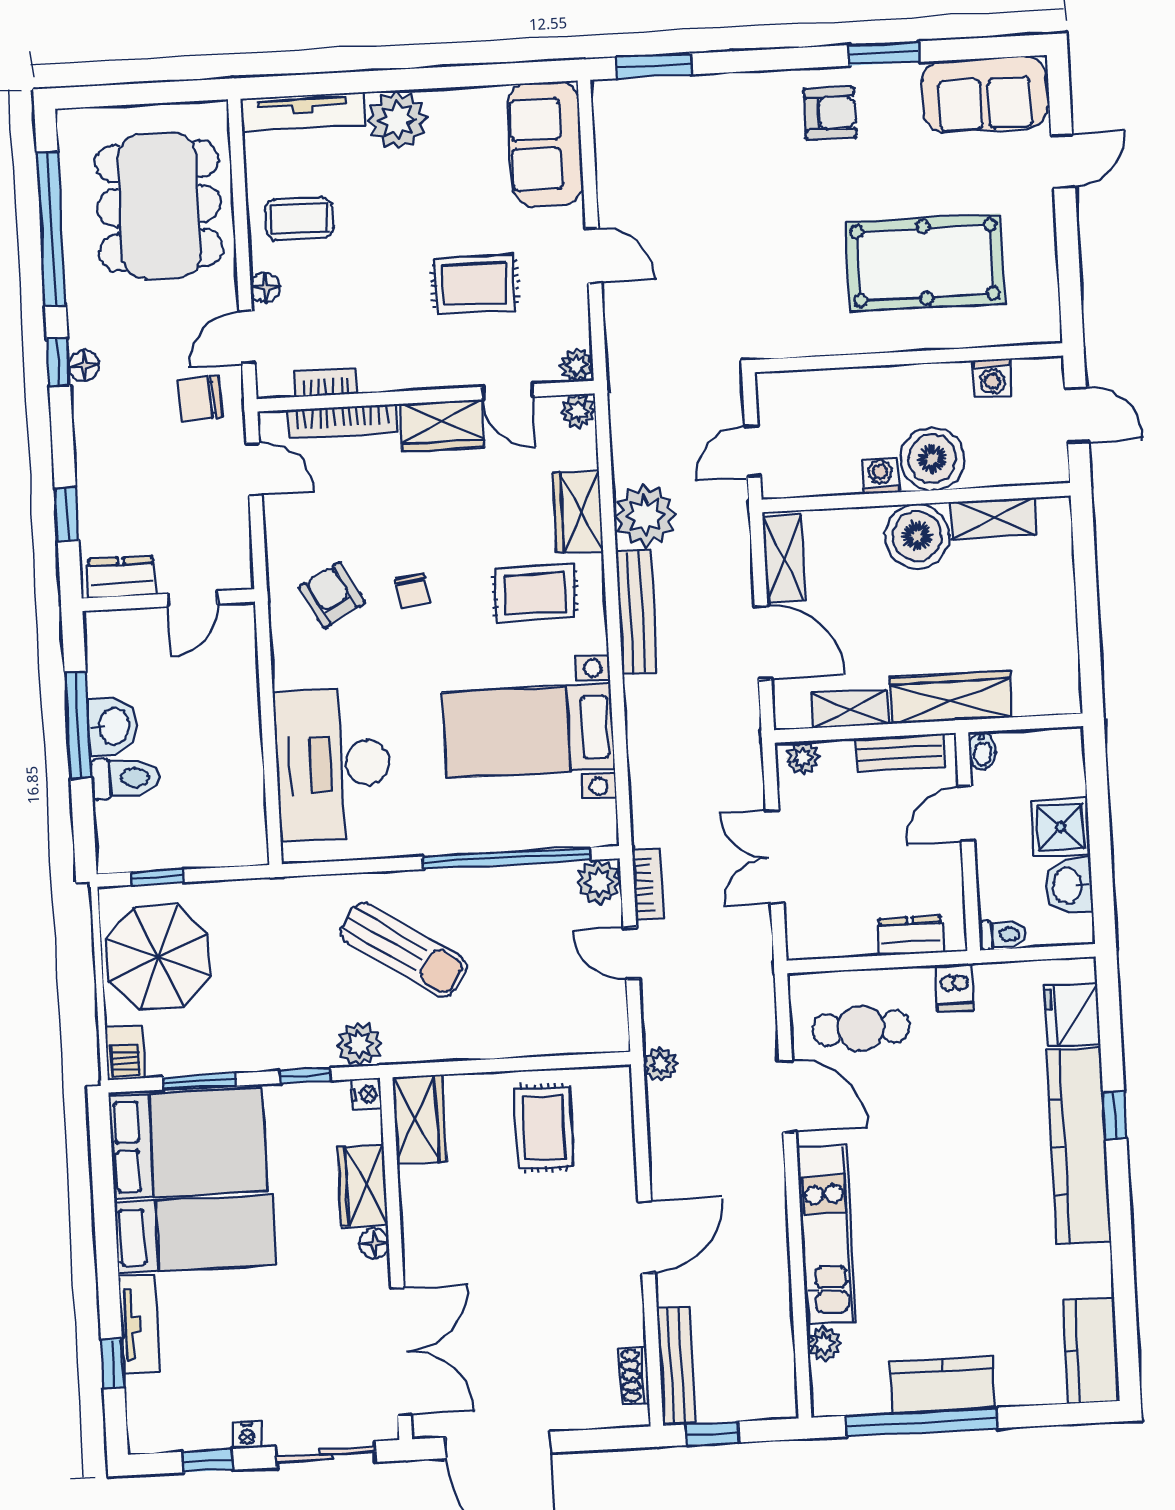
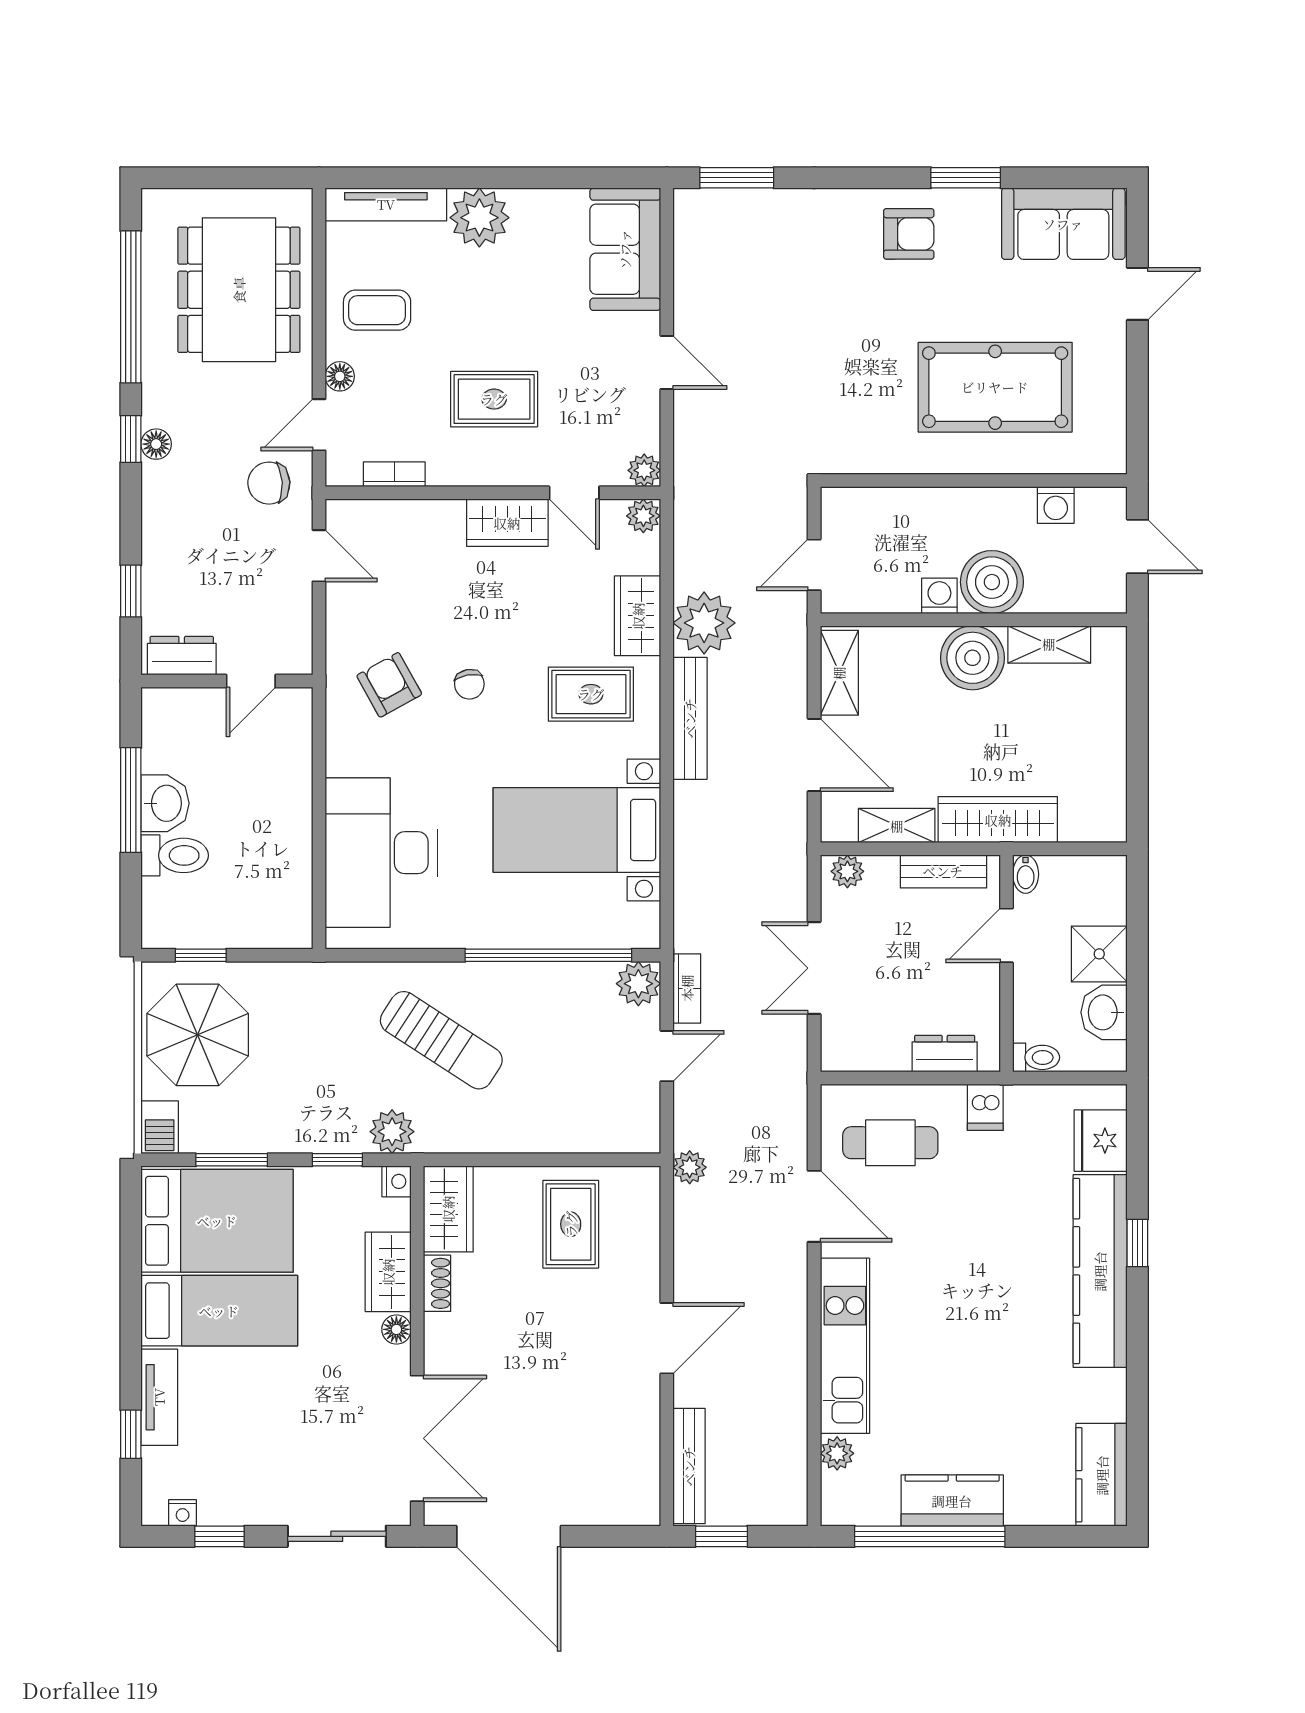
rug: (475, 284) -> (494, 399), moved
bookcase: (342, 421) -> (409, 513), removed
door: (631, 953) -> (667, 1056), swing flipped
shoe rack: (634, 1375) -> (437, 1283), moved, turned 180
nightstand: (247, 1435) -> (183, 1513), moved

